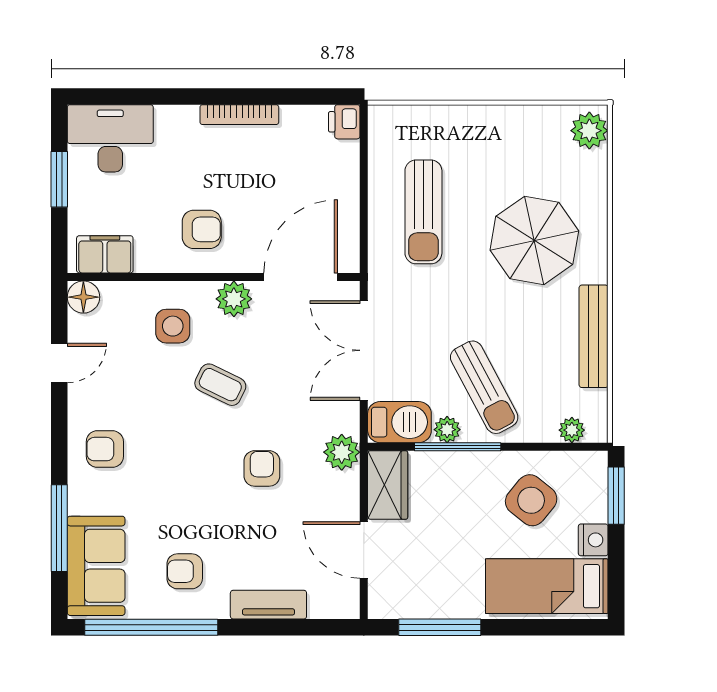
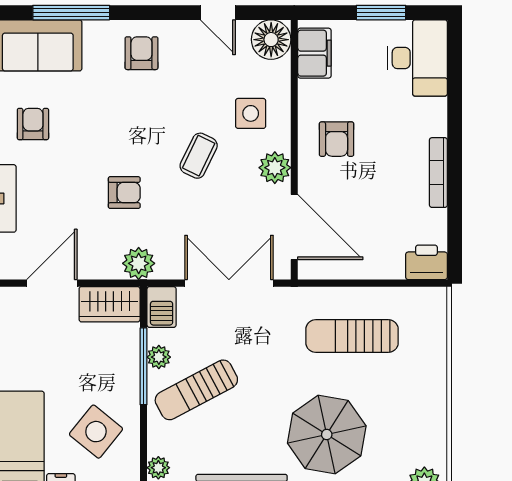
printer: (344, 122) -> (426, 262), width x1.36, depth x1.24
floor lamp: (83, 297) -> (271, 40), width x1.38, depth x1.38
barbecue: (399, 422) -> (162, 307), width x0.73, depth x0.79

